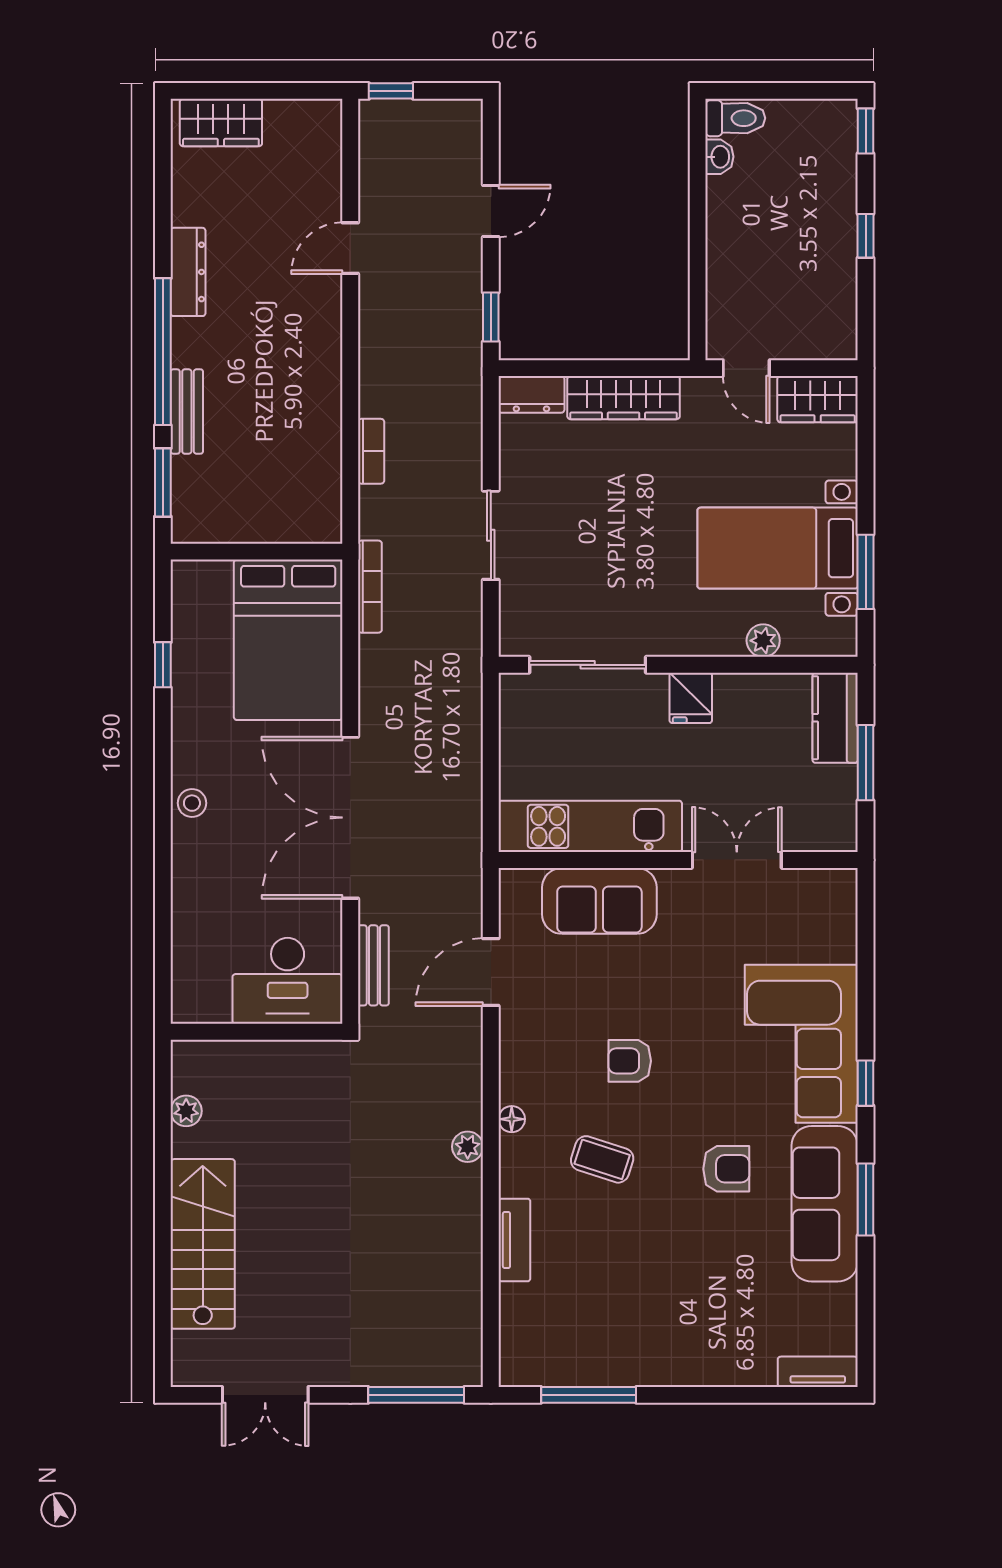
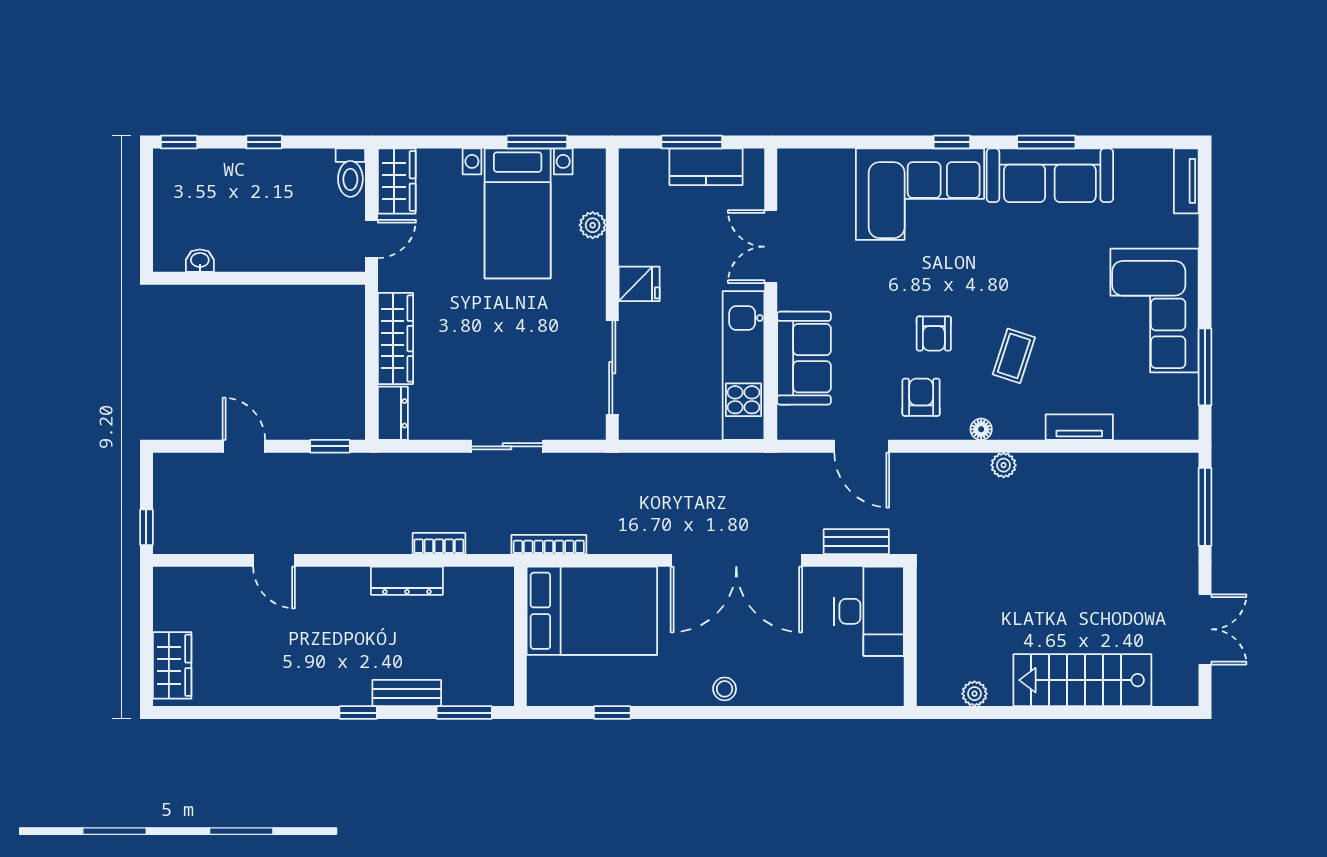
toilet: (735, 118) -> (350, 173), moved, turned 180
dresser: (188, 272) -> (407, 581), moved, turned 180
window: (163, 352) -> (358, 713), width x0.32
kitchen counter: (835, 718) -> (706, 167), moved
armchair: (726, 1169) -> (921, 397), moved
corner sofa: (658, 1333) -> (1154, 310), added

